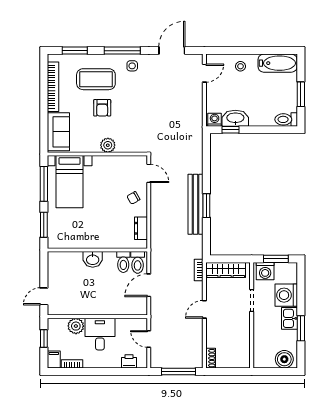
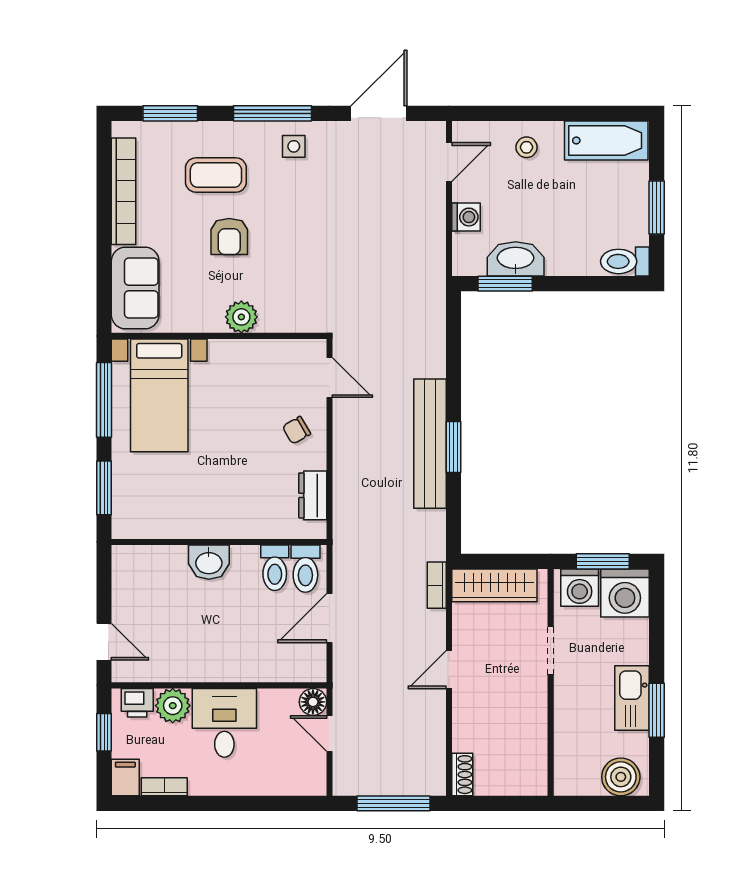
coffee table: (96, 79) -> (216, 175), width x0.73, depth x0.76
washing machine: (215, 120) -> (466, 217), moved, turned 90
window: (231, 130) -> (505, 284), width x1.50
washing machine: (286, 295) -> (625, 593), moved, turned -90
door: (44, 296) -> (104, 642), swing flipped
kitchen sink: (290, 318) -> (632, 698), width x1.38
floor lamp: (141, 324) -> (313, 702), added
printer: (129, 361) -> (137, 703), moved, turned 180

